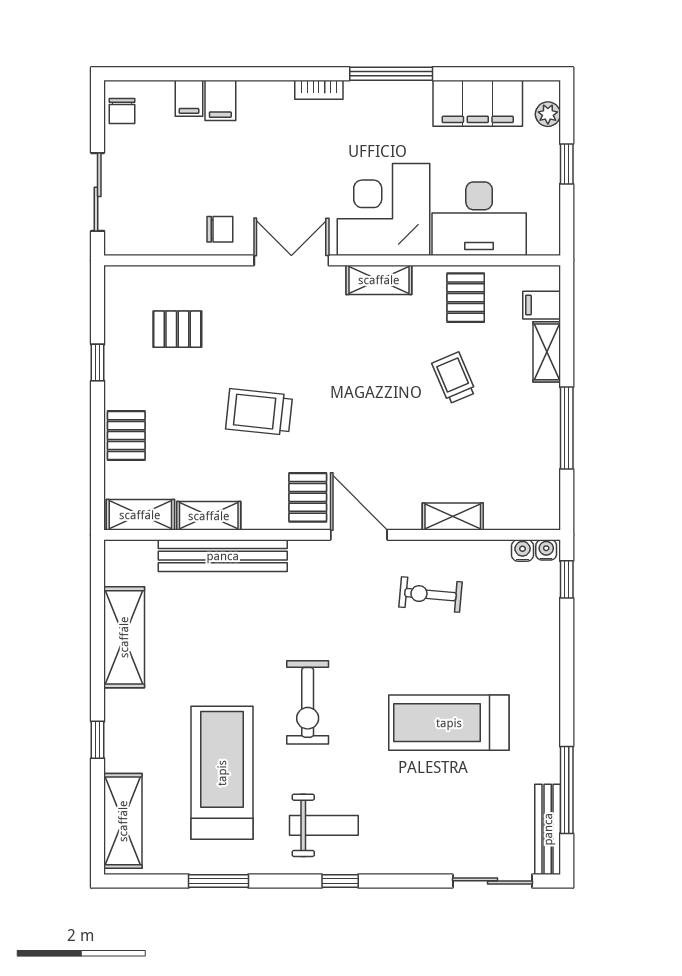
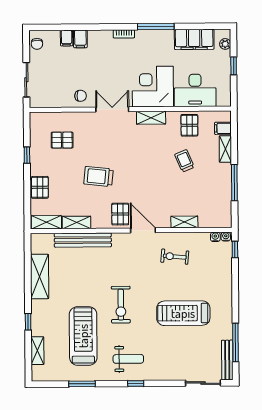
shelving: (123, 821) -> (37, 351), width x0.67, depth x0.75

